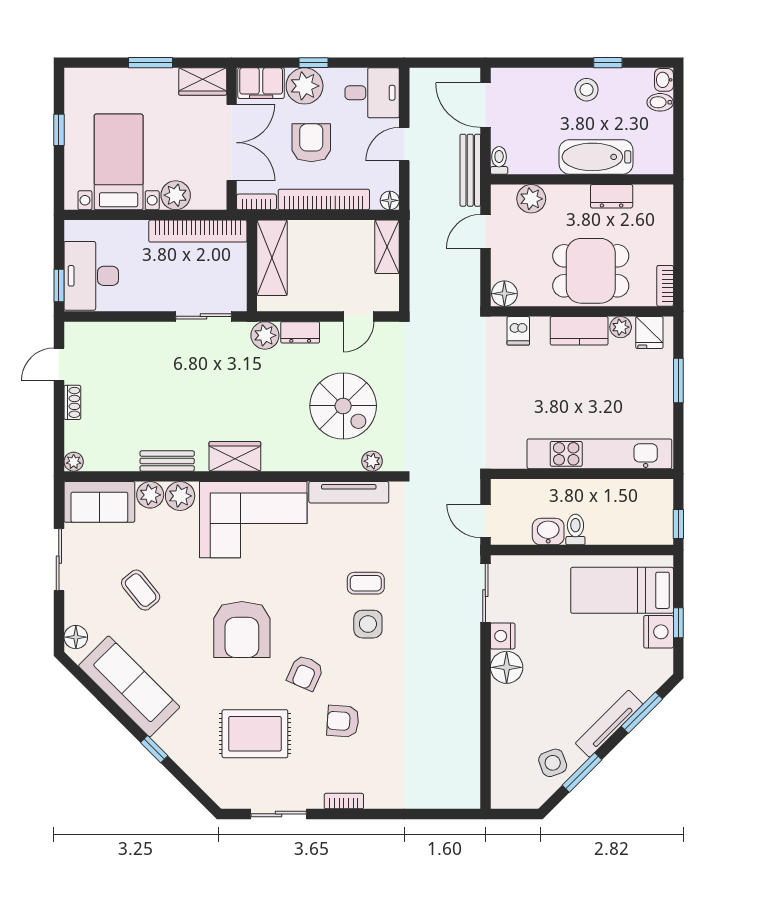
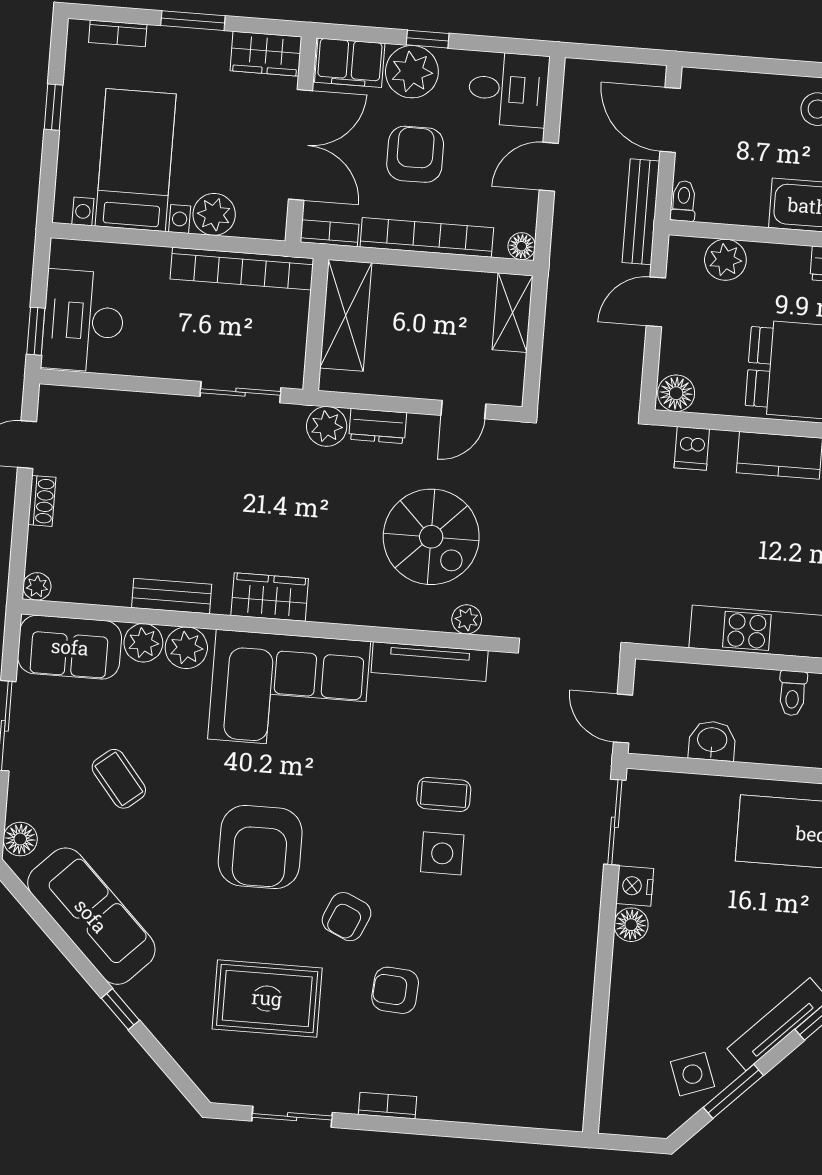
bookcase: (99, 75) -> (118, 33), added
toilet: (575, 529) -> (793, 693), moved, turned 180
floor lamp: (507, 667) -> (631, 925), width x0.73, depth x0.73

